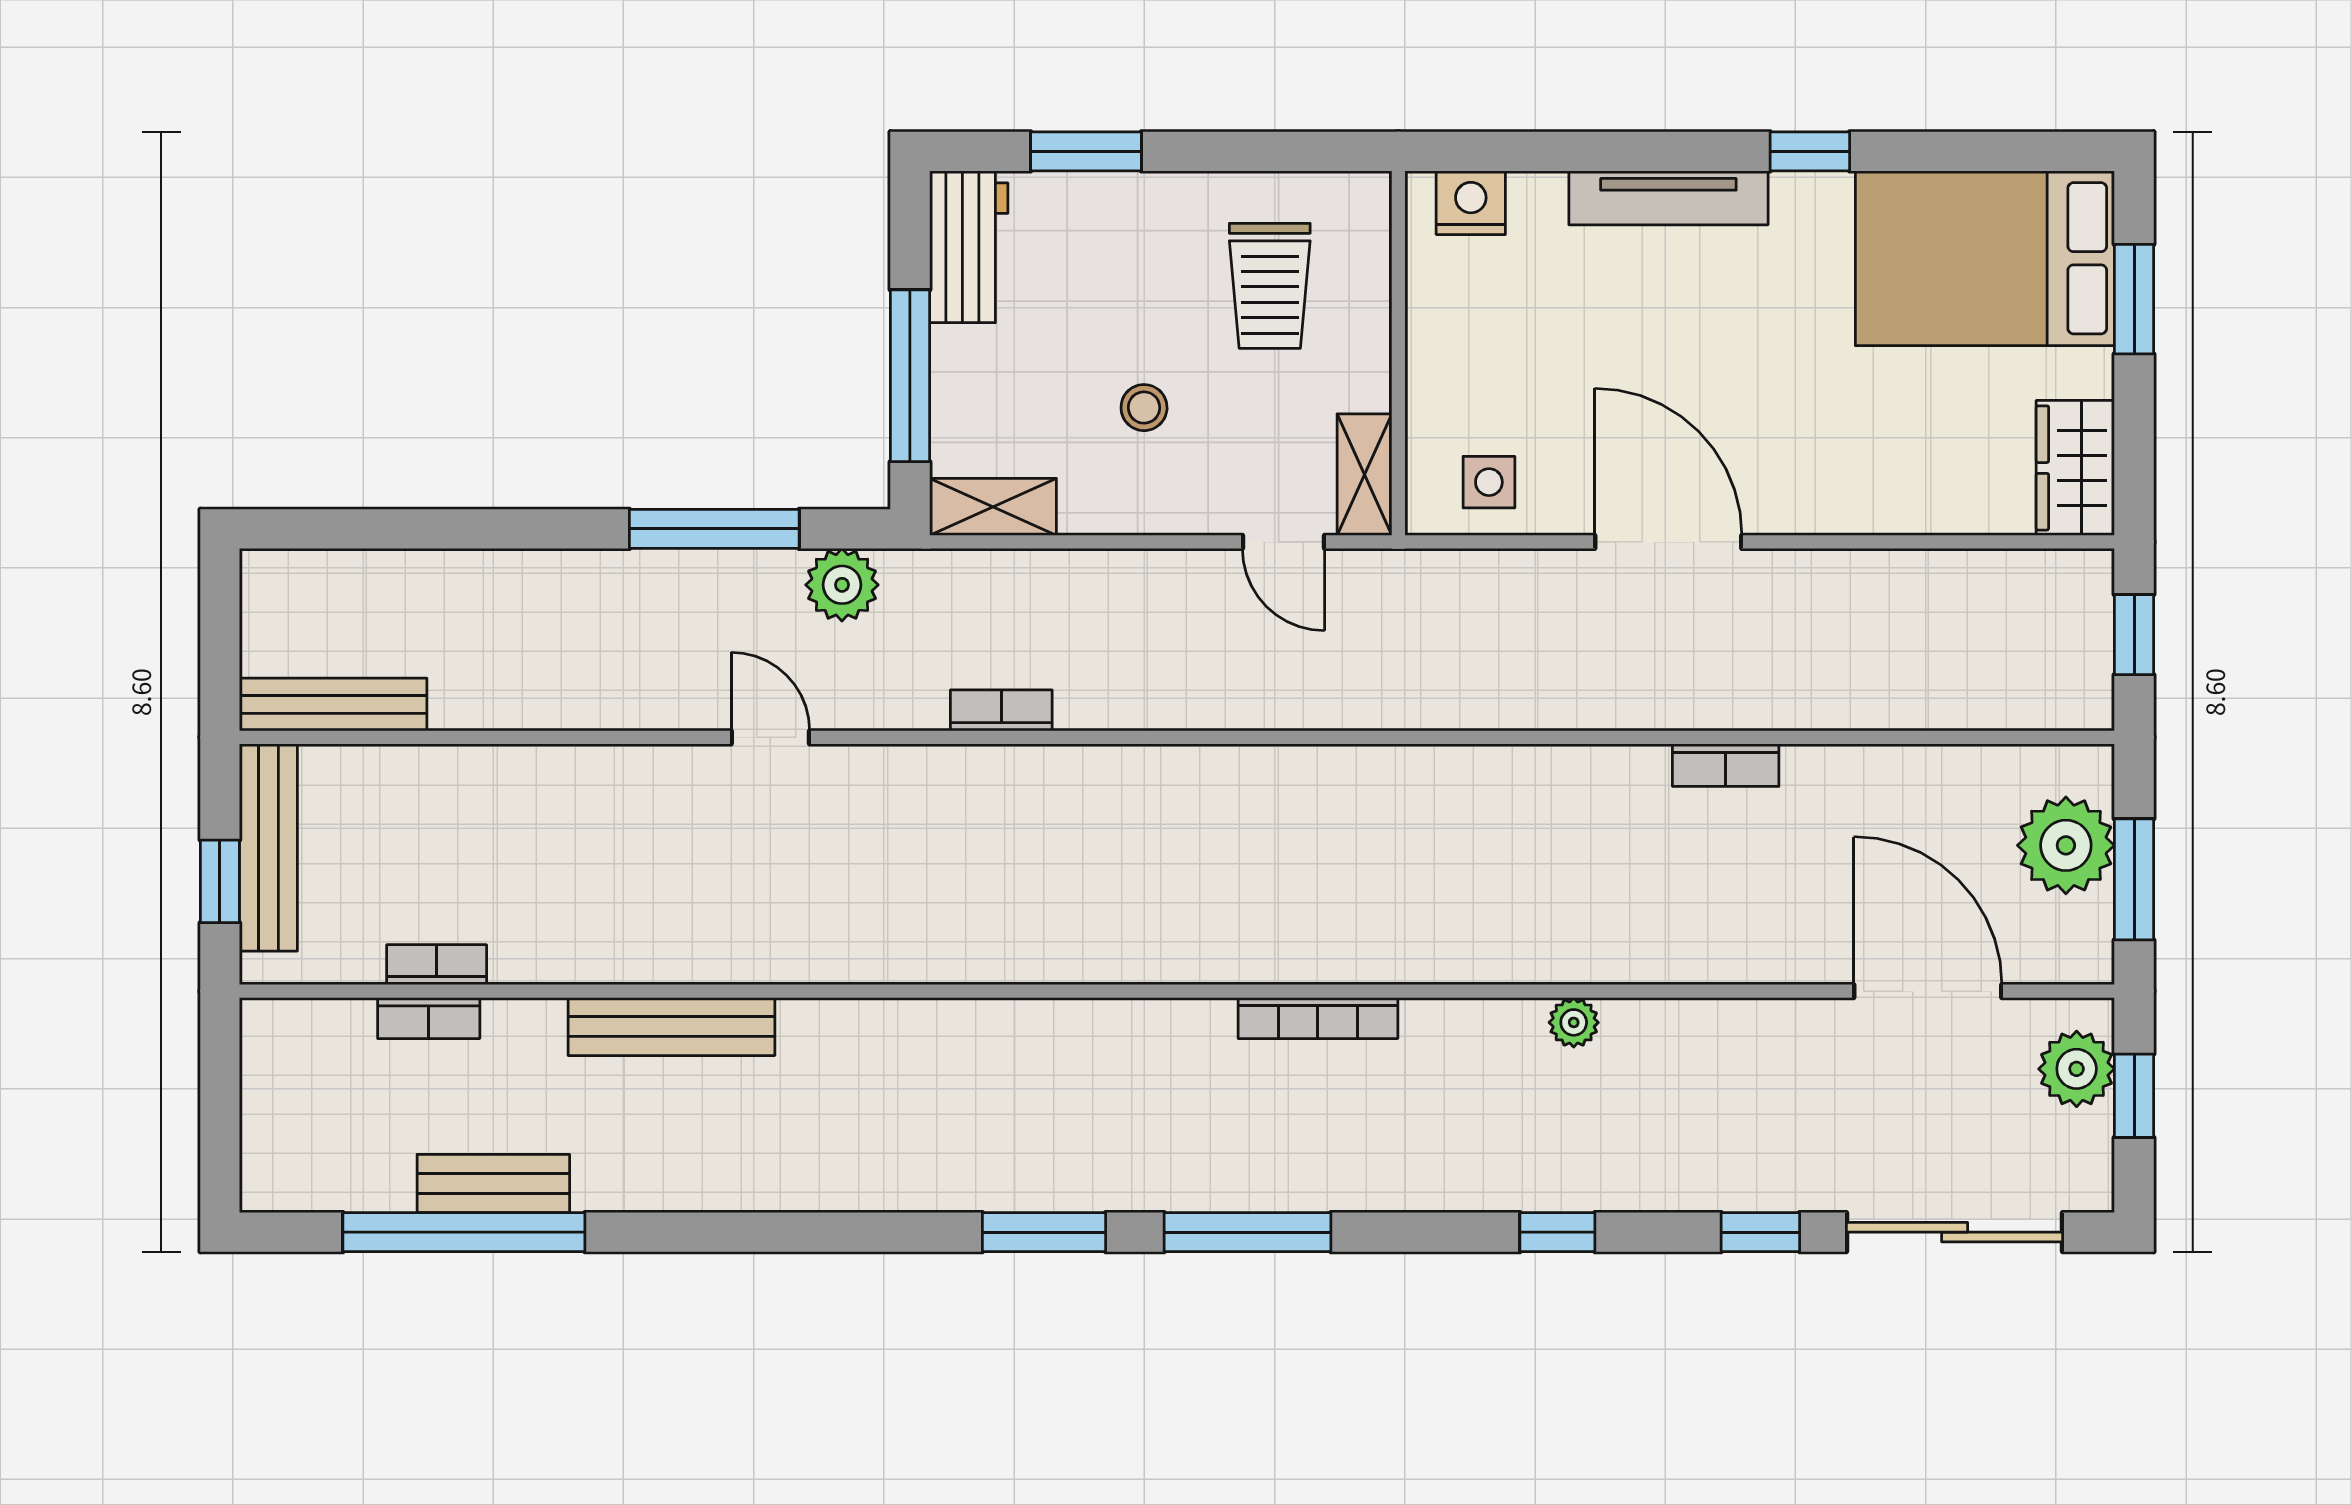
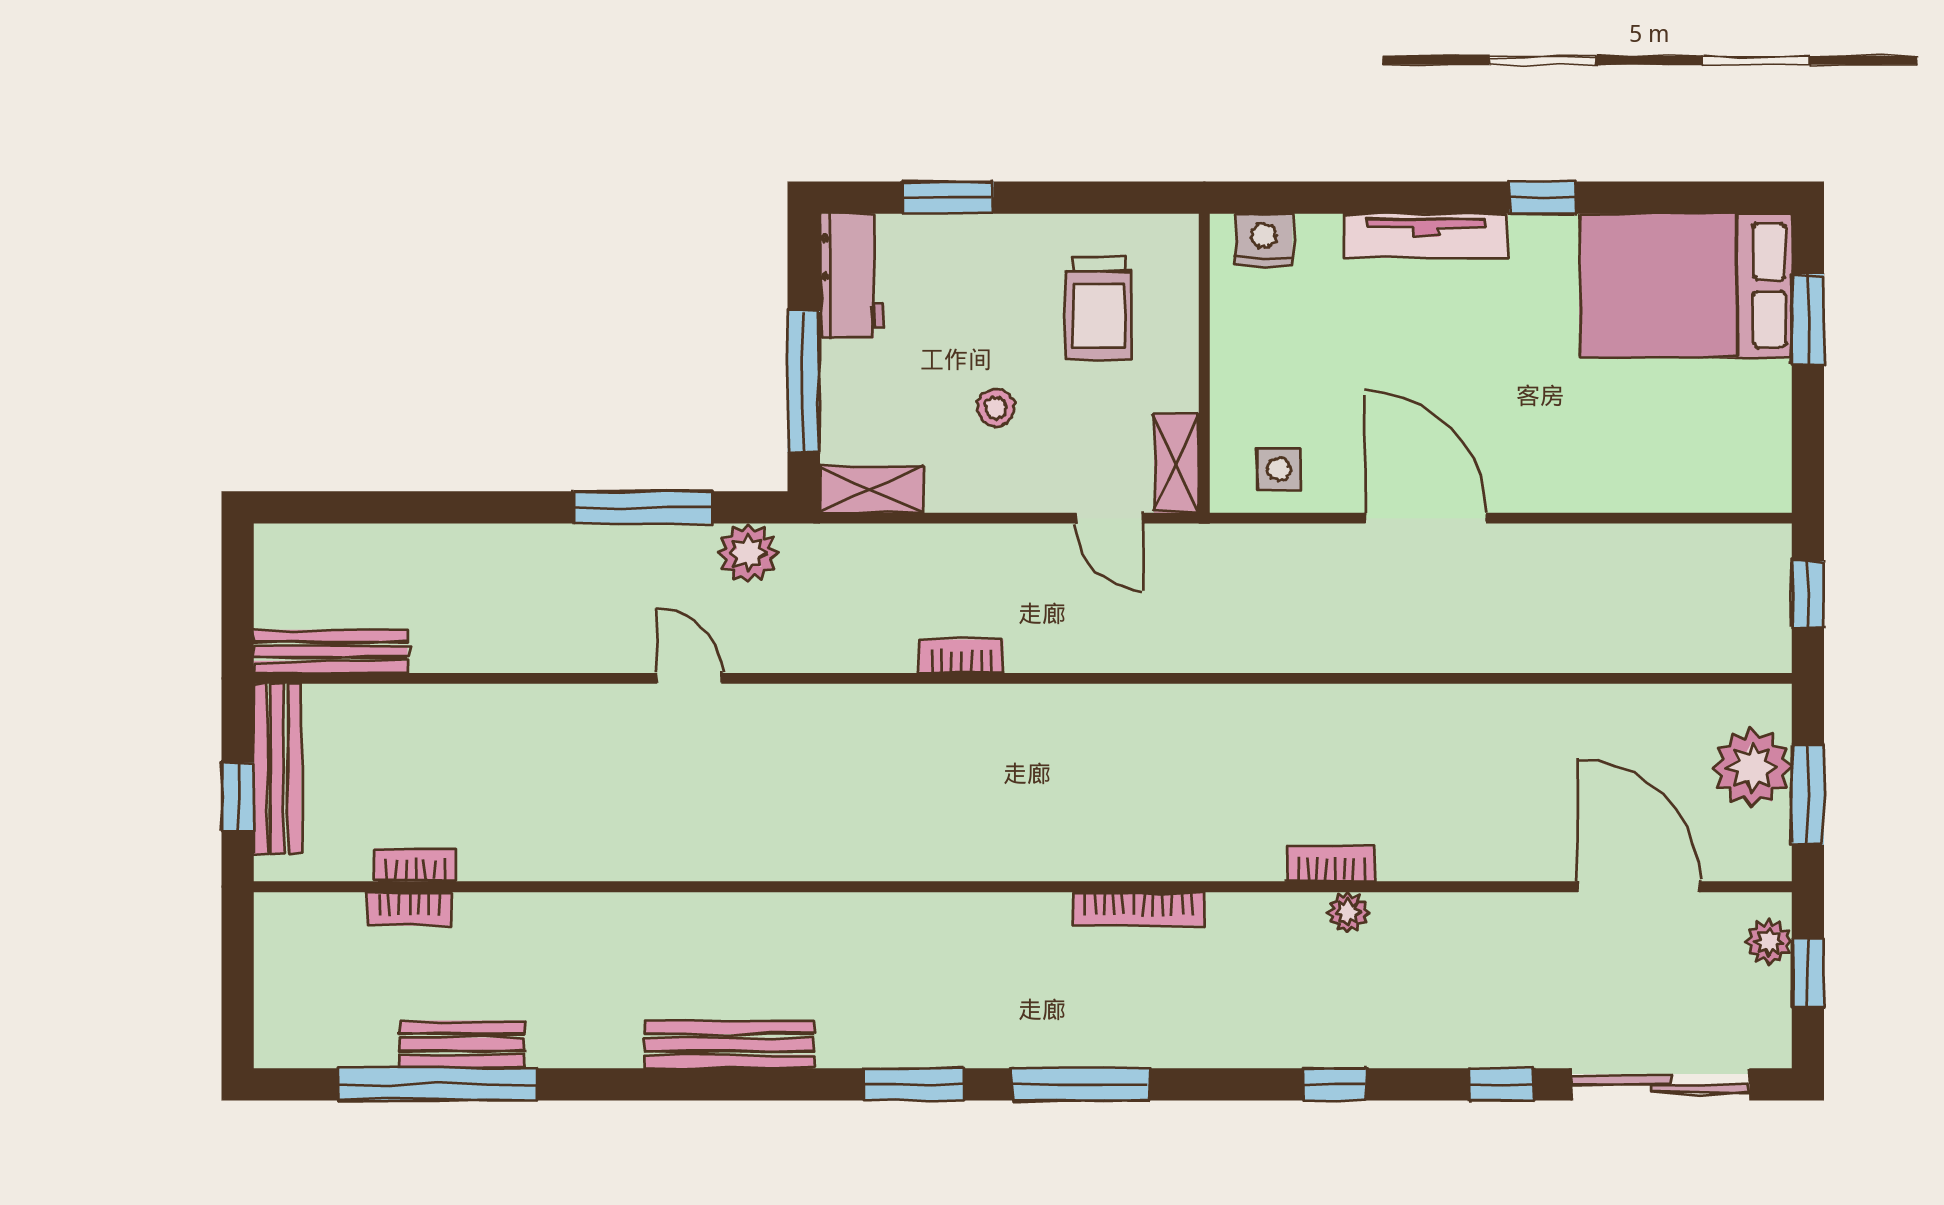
wardrobe: (2075, 468) -> (1760, 457), removed
bookcase: (1001, 710) -> (961, 656), moved
bookcase: (1726, 765) -> (1331, 864), moved, turned 180
bench: (671, 1027) -> (729, 1045), moved
plant: (2077, 1069) -> (1769, 942), width x0.73, depth x0.73

